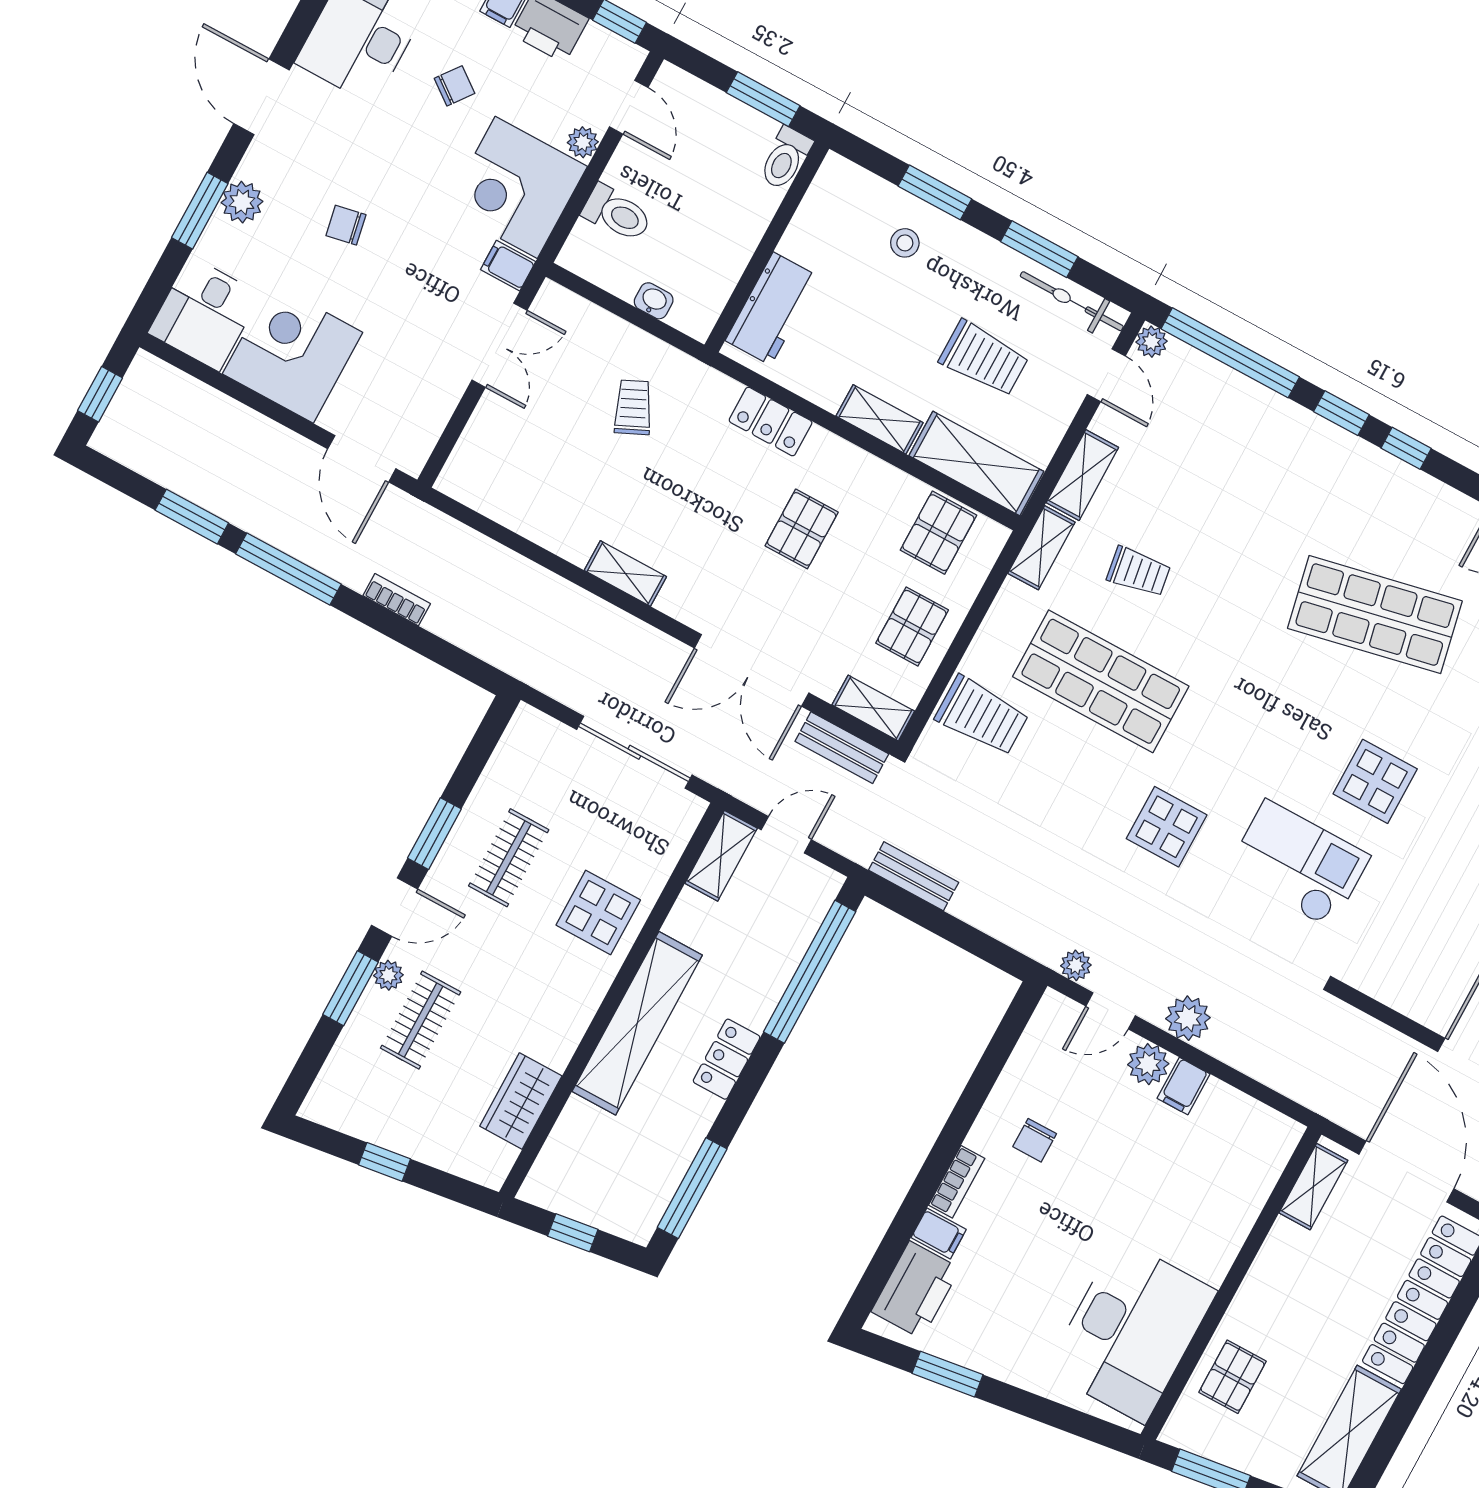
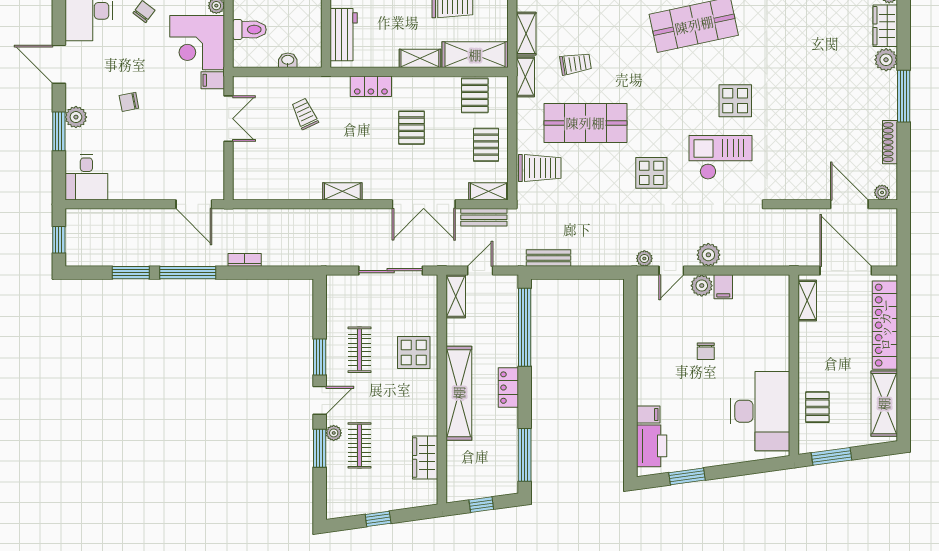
corner desk: (293, 353) -> (136, 173), removed
chair: (1035, 1140) -> (706, 351), moved
bookcase: (957, 1182) -> (644, 386), removed

